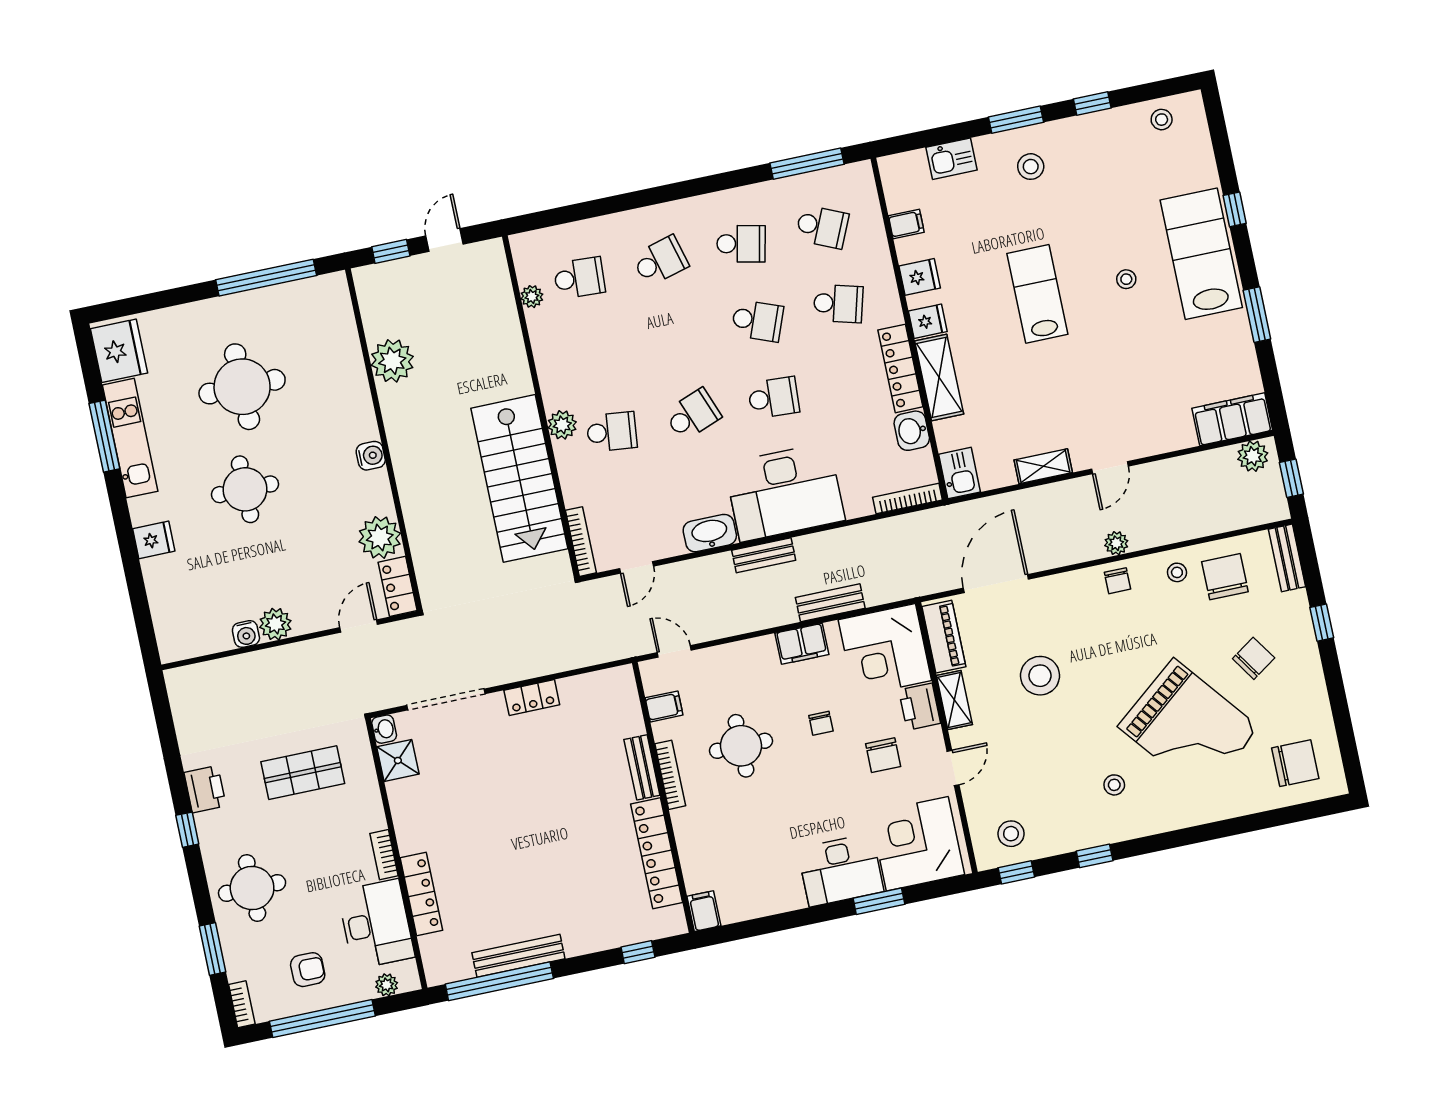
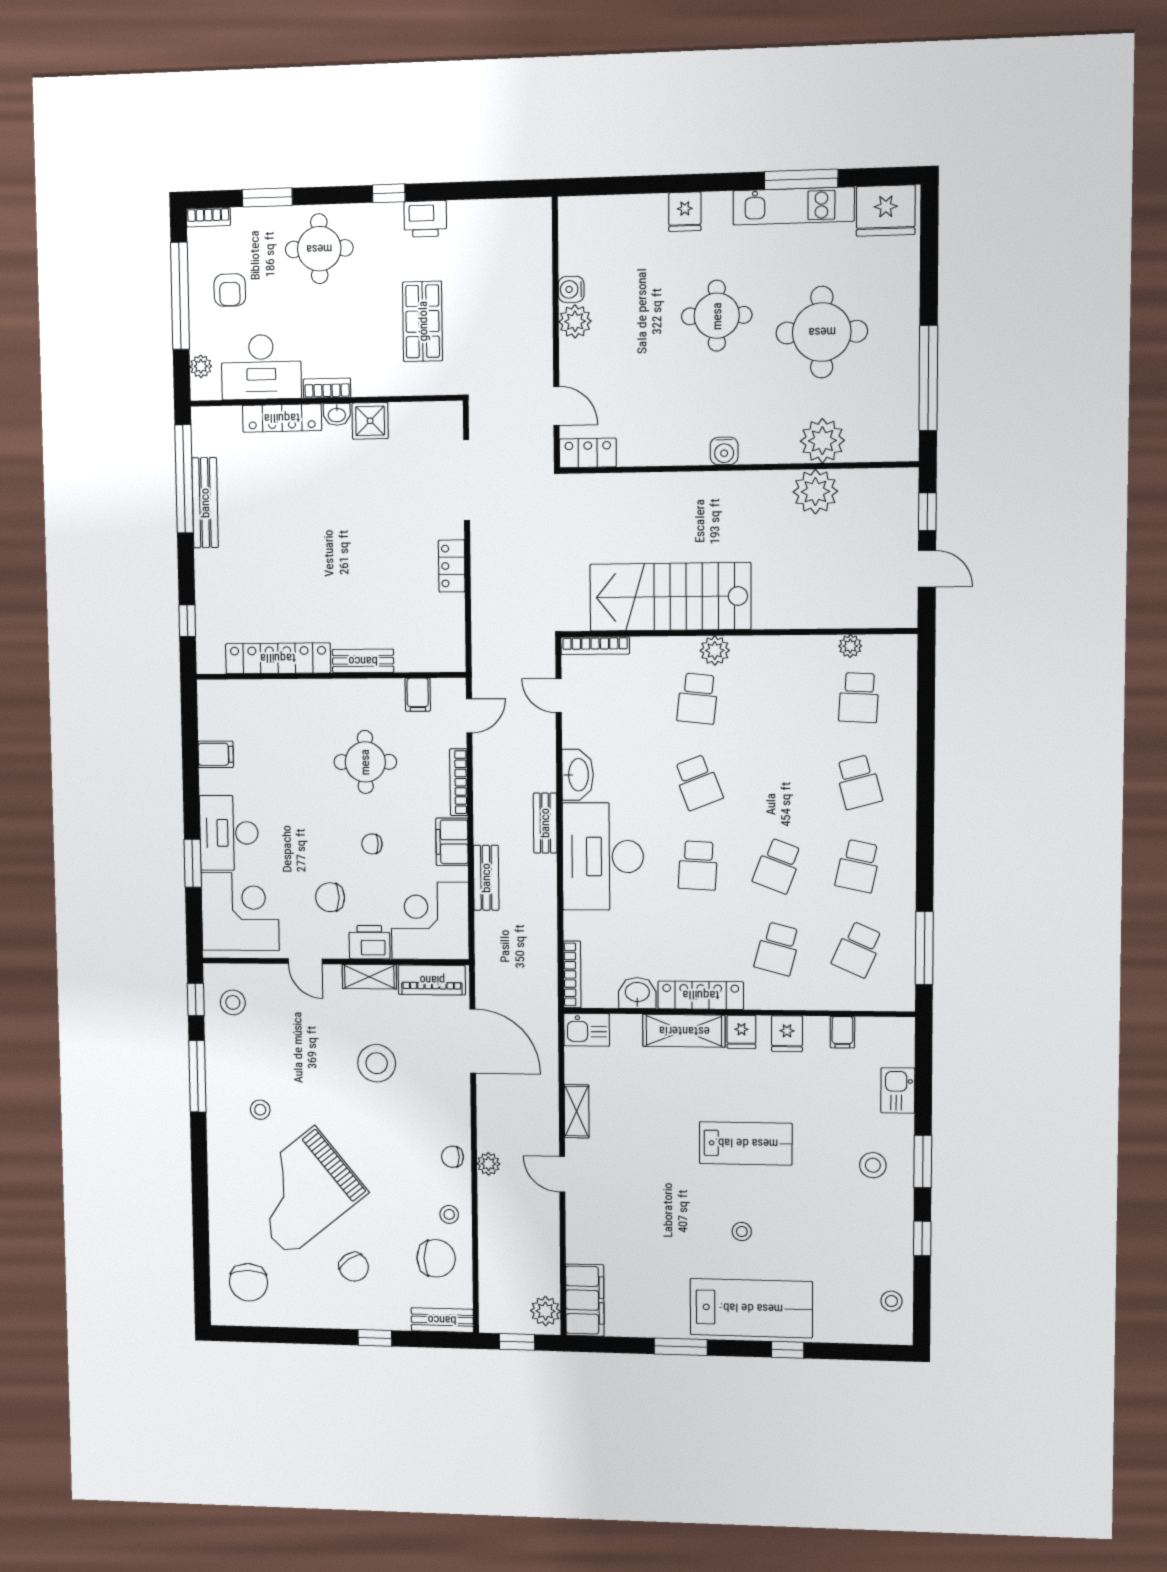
plant: (380, 537) -> (822, 441), moved
washbasin: (384, 729) -> (337, 414), moved
shower: (398, 760) -> (370, 421), moved
bookcase: (670, 775) -> (459, 782), moved, turned 90
window: (1095, 856) -> (197, 1076), width x2.17
filing cabinet: (704, 911) -> (216, 754), moved

